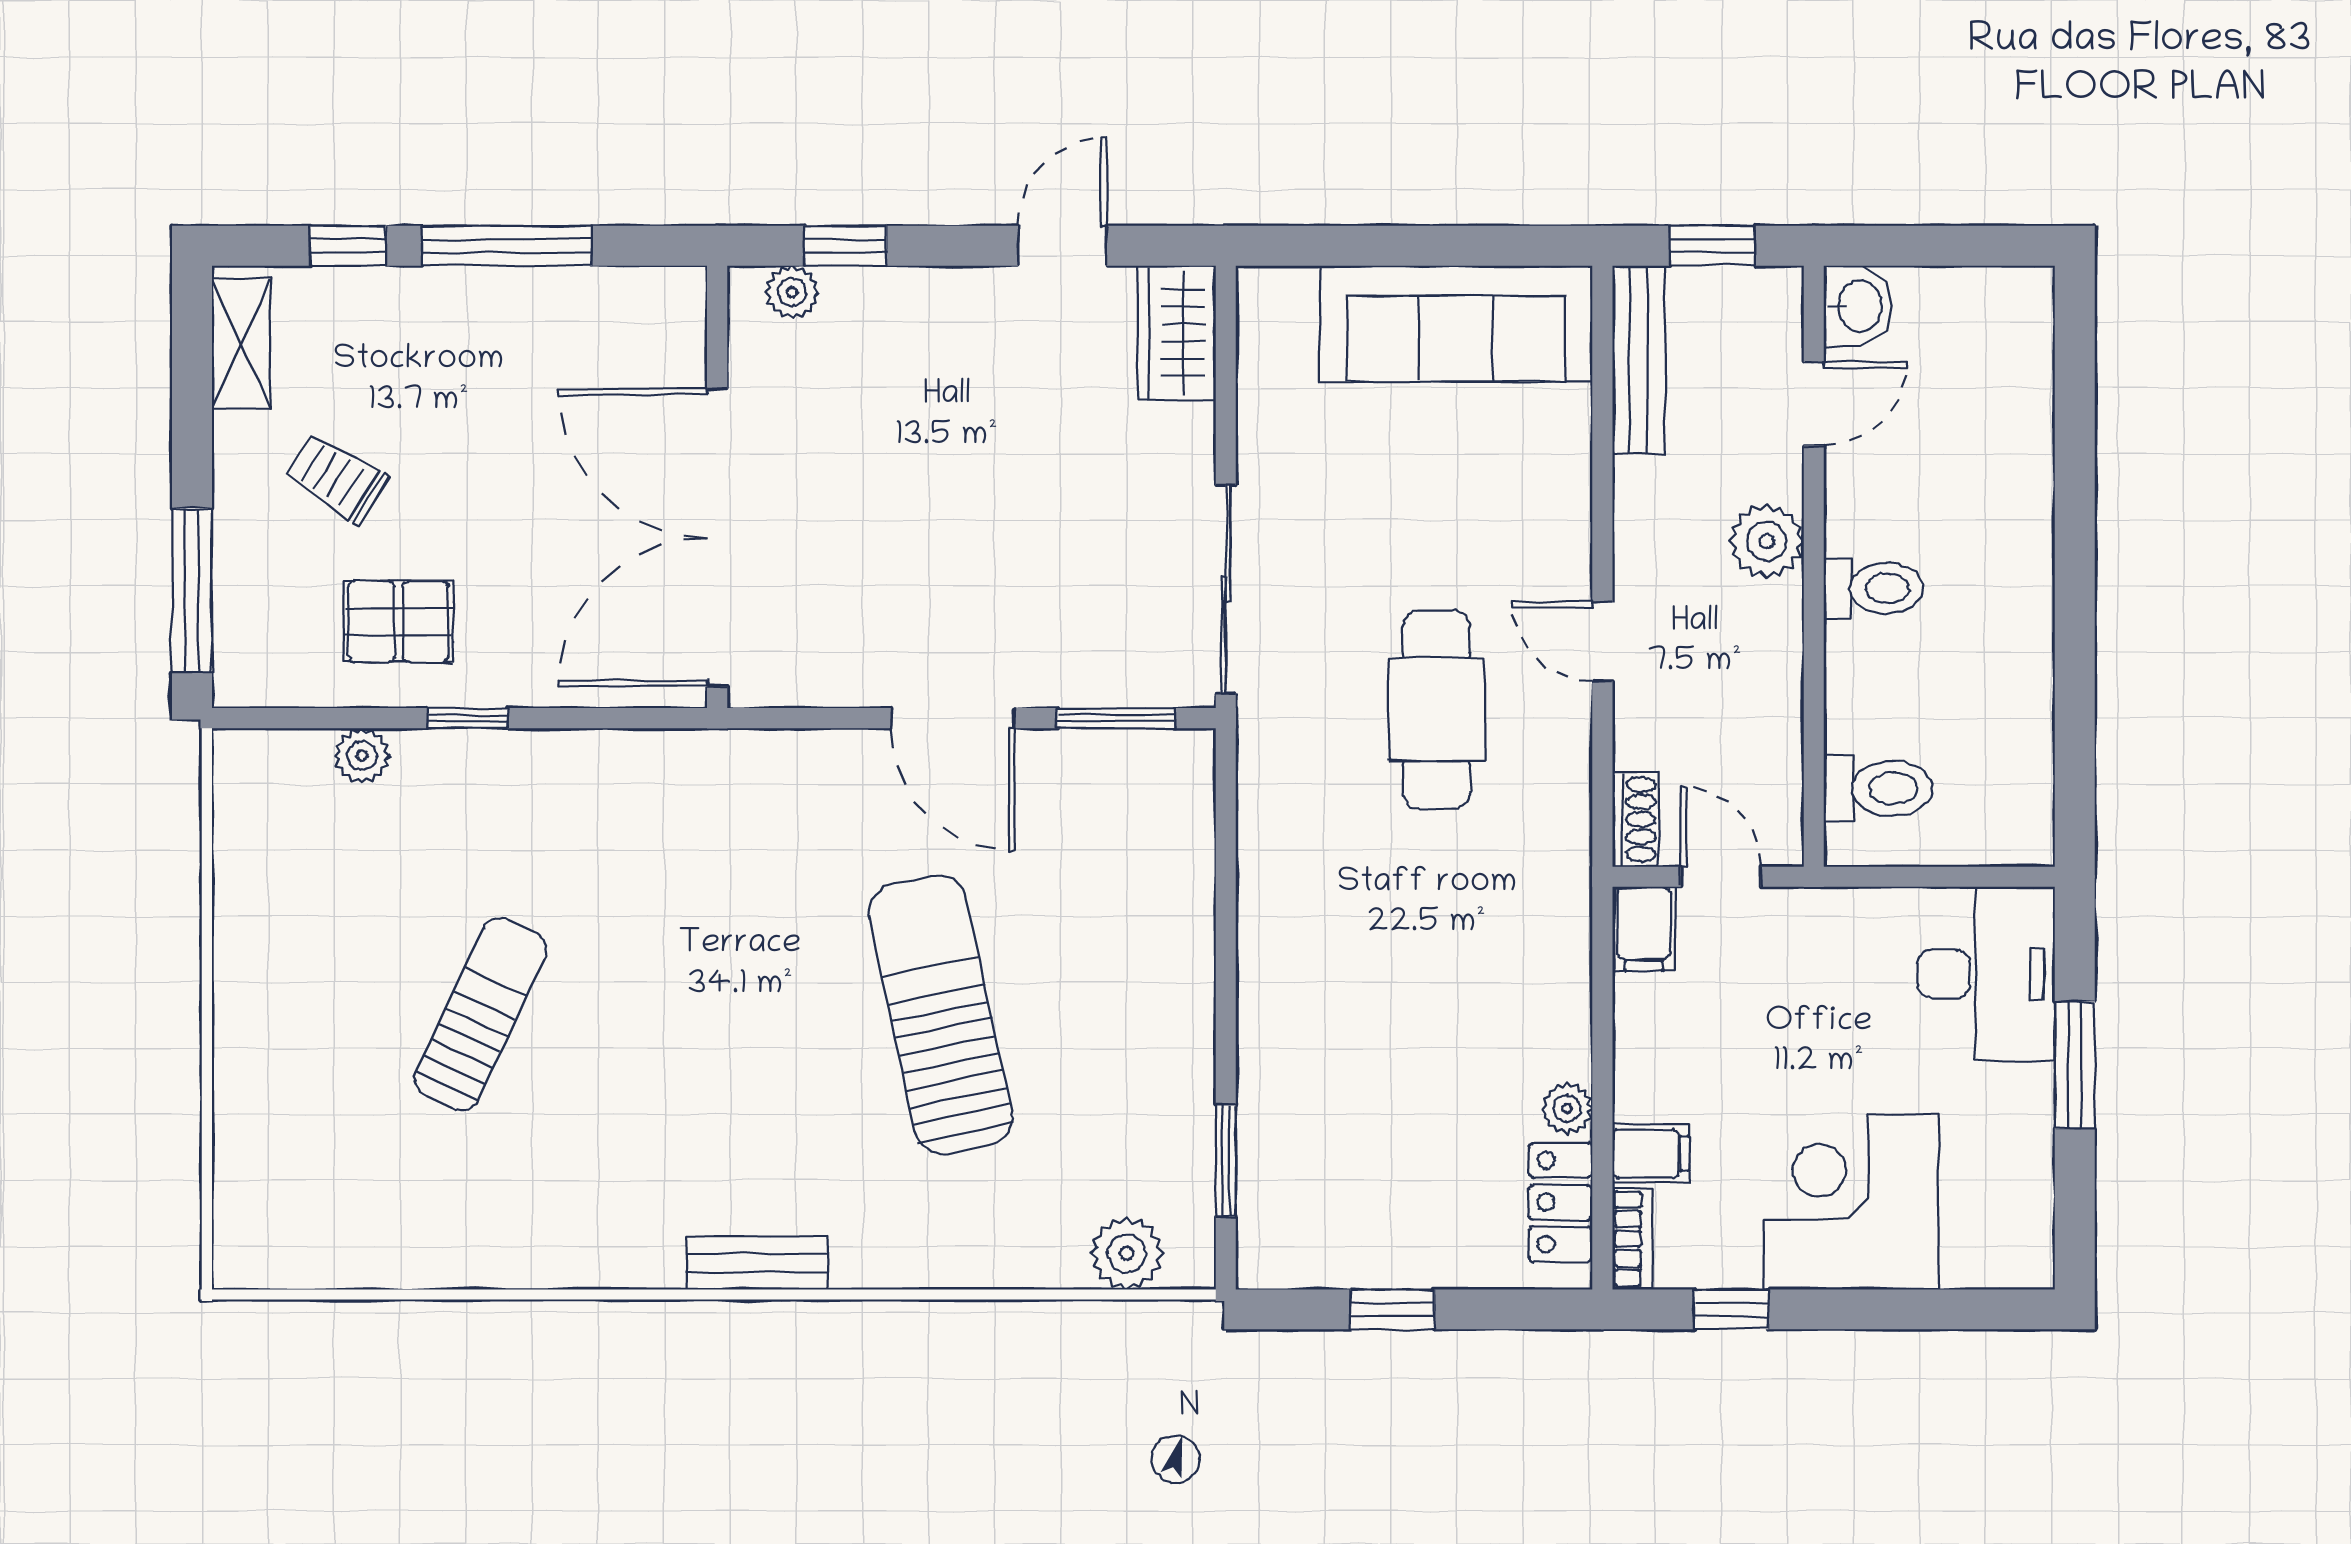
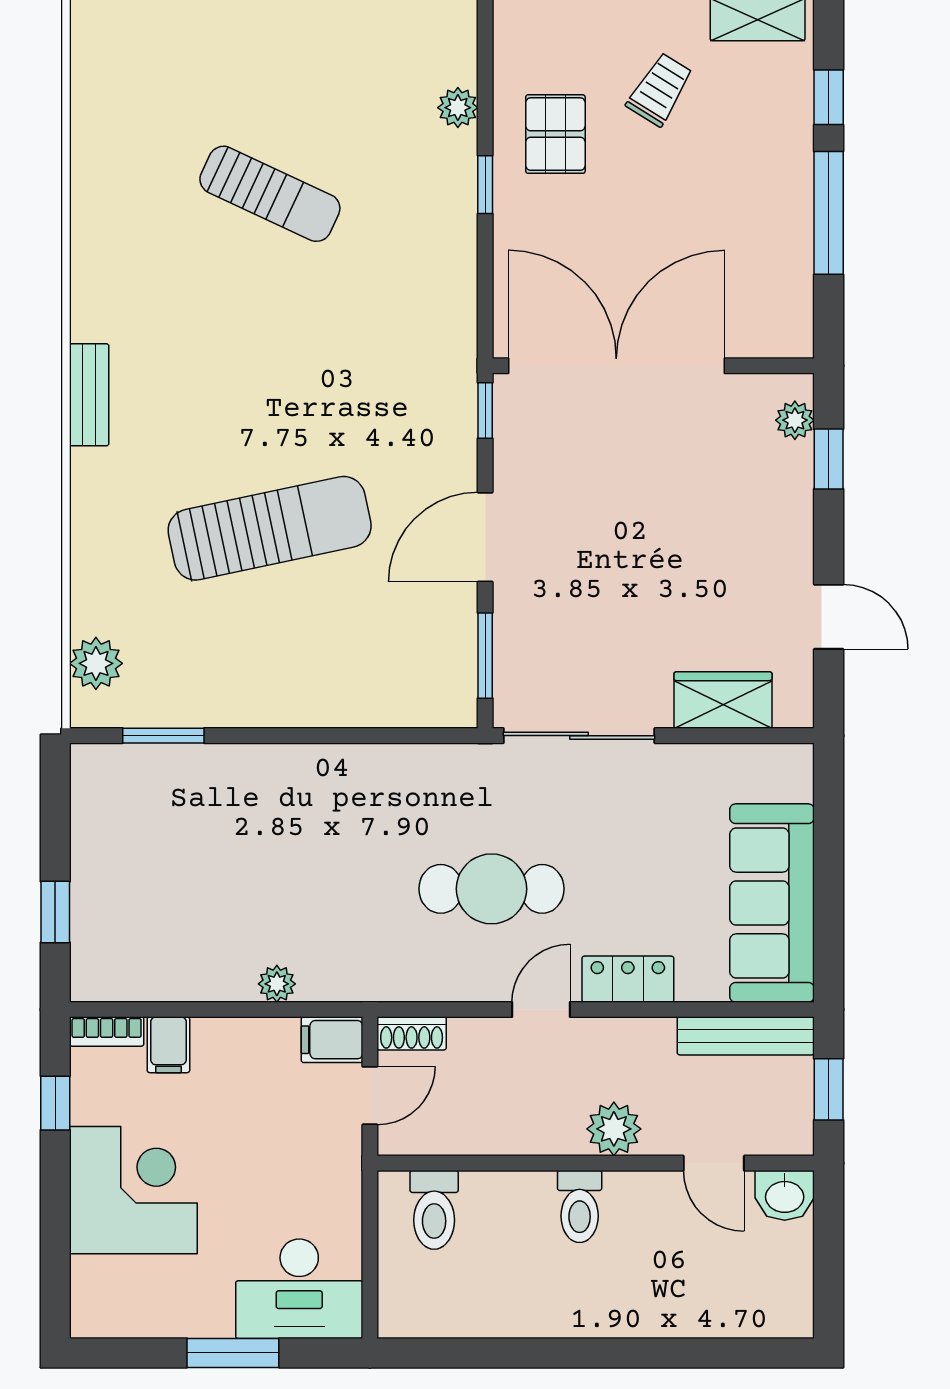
wardrobe: (1177, 333) -> (723, 700), moved
window: (779, 718) -> (485, 411), added
plant: (1567, 1108) -> (277, 984), moved
locker: (1561, 1202) -> (628, 979), moved
window: (1392, 1309) -> (55, 912), moved

